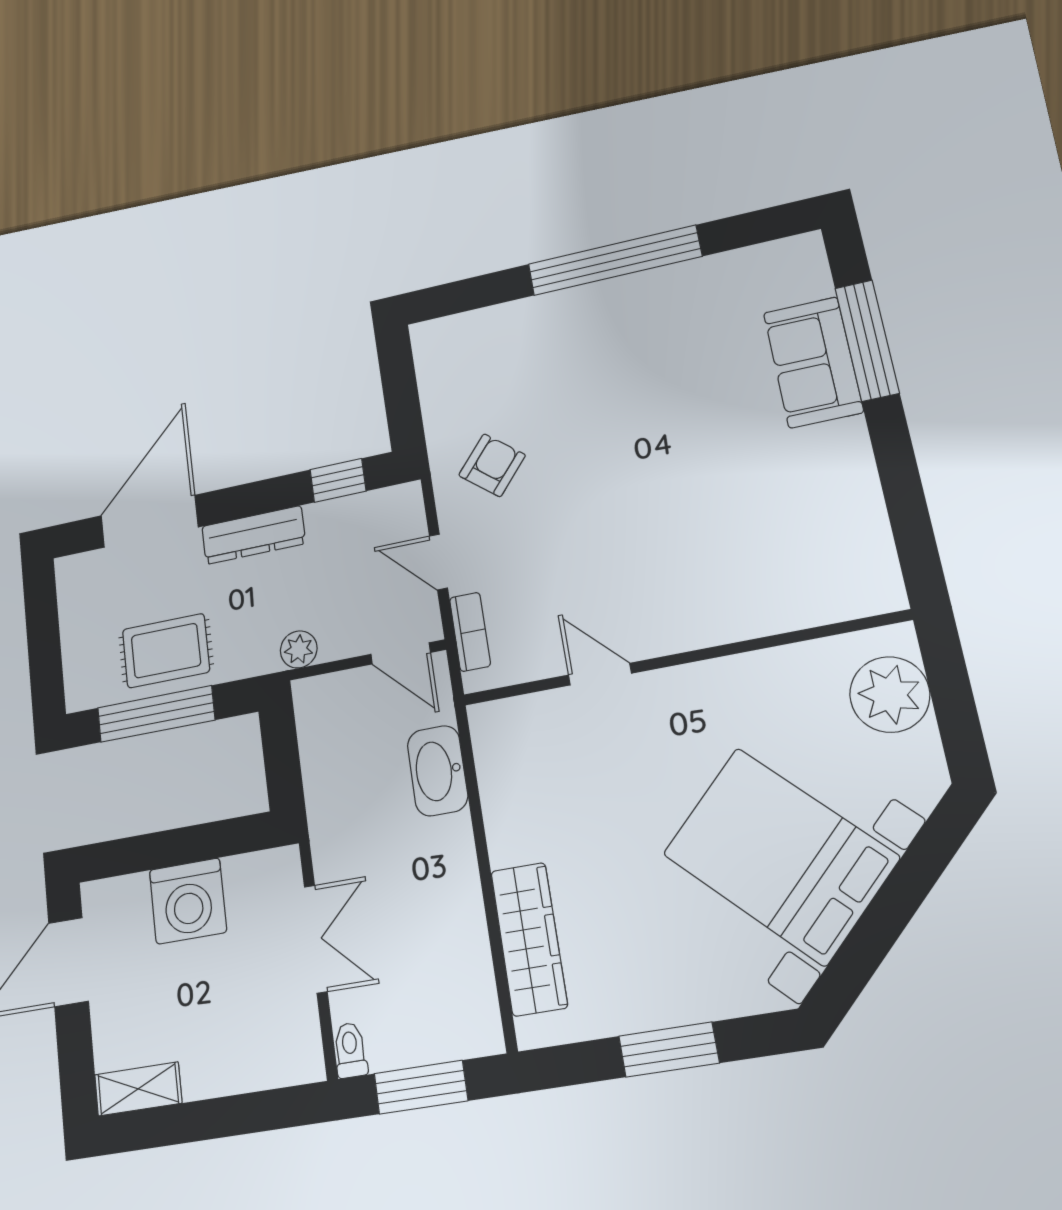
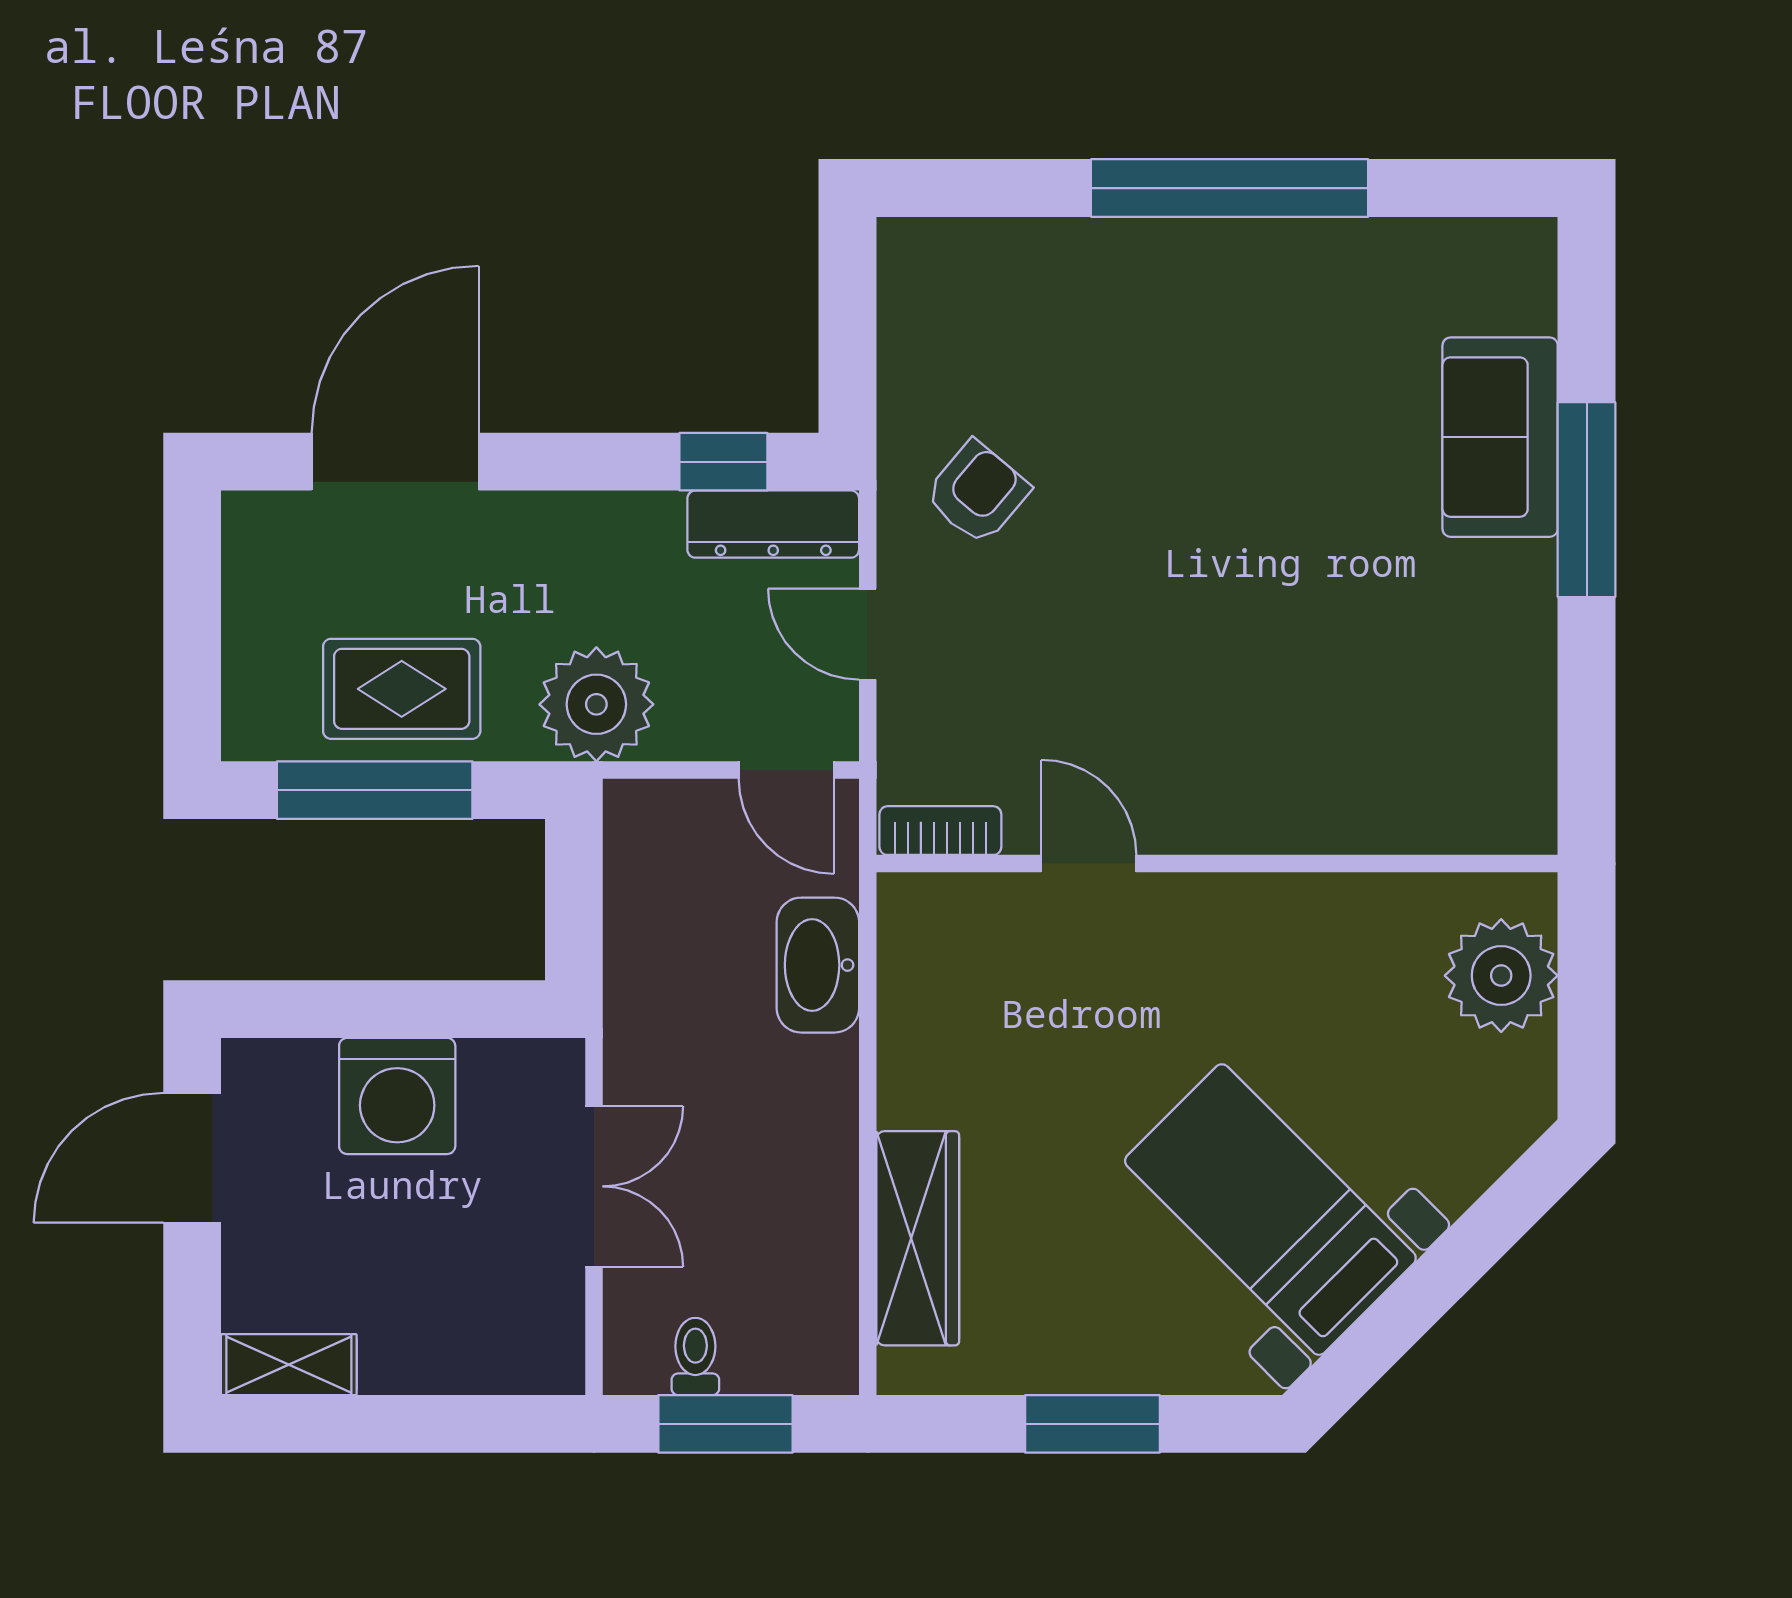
window: (867, 340) -> (1587, 500), moved
dresser: (253, 535) -> (773, 524), moved
bookcase: (470, 632) -> (940, 831), moved, turned -90
plant: (299, 649) -> (596, 704), width x1.87, depth x1.87
bed with nightstands: (780, 855) -> (1270, 1210), width x0.73
toilet: (350, 1050) -> (695, 1356), moved

